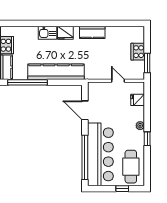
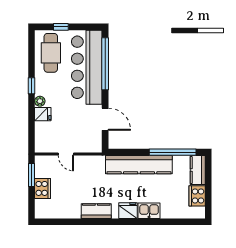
fridge: (138, 100) -> (43, 114), moved

